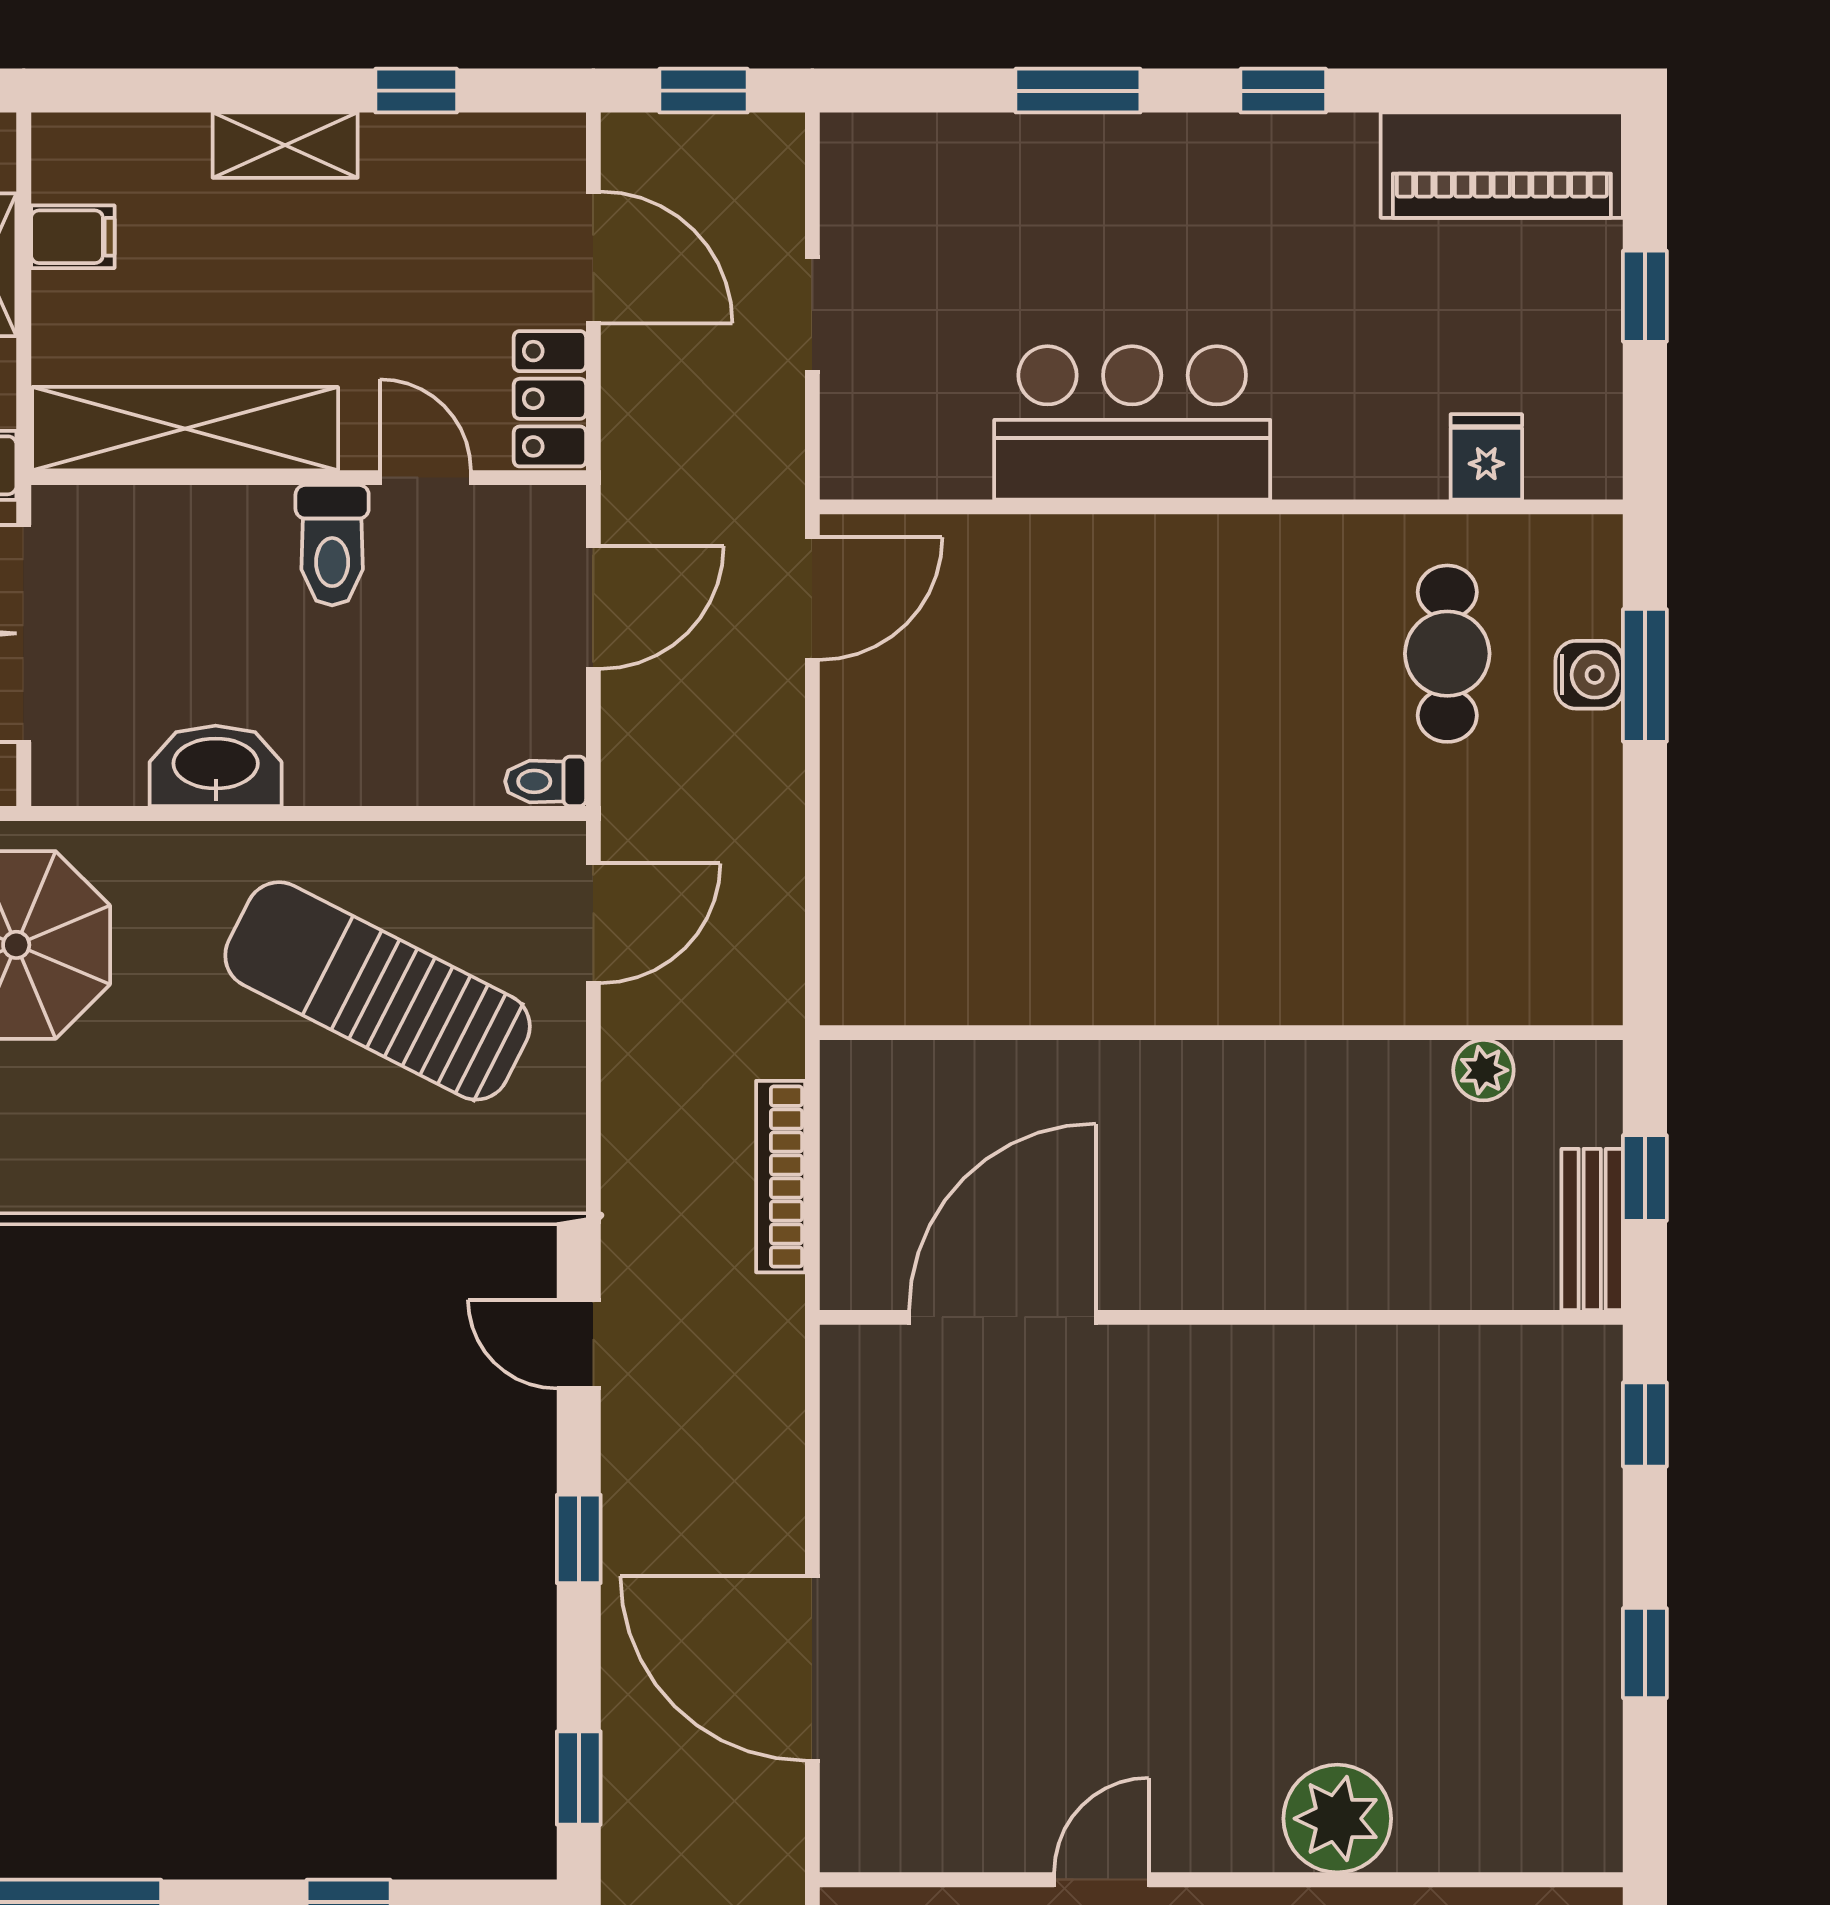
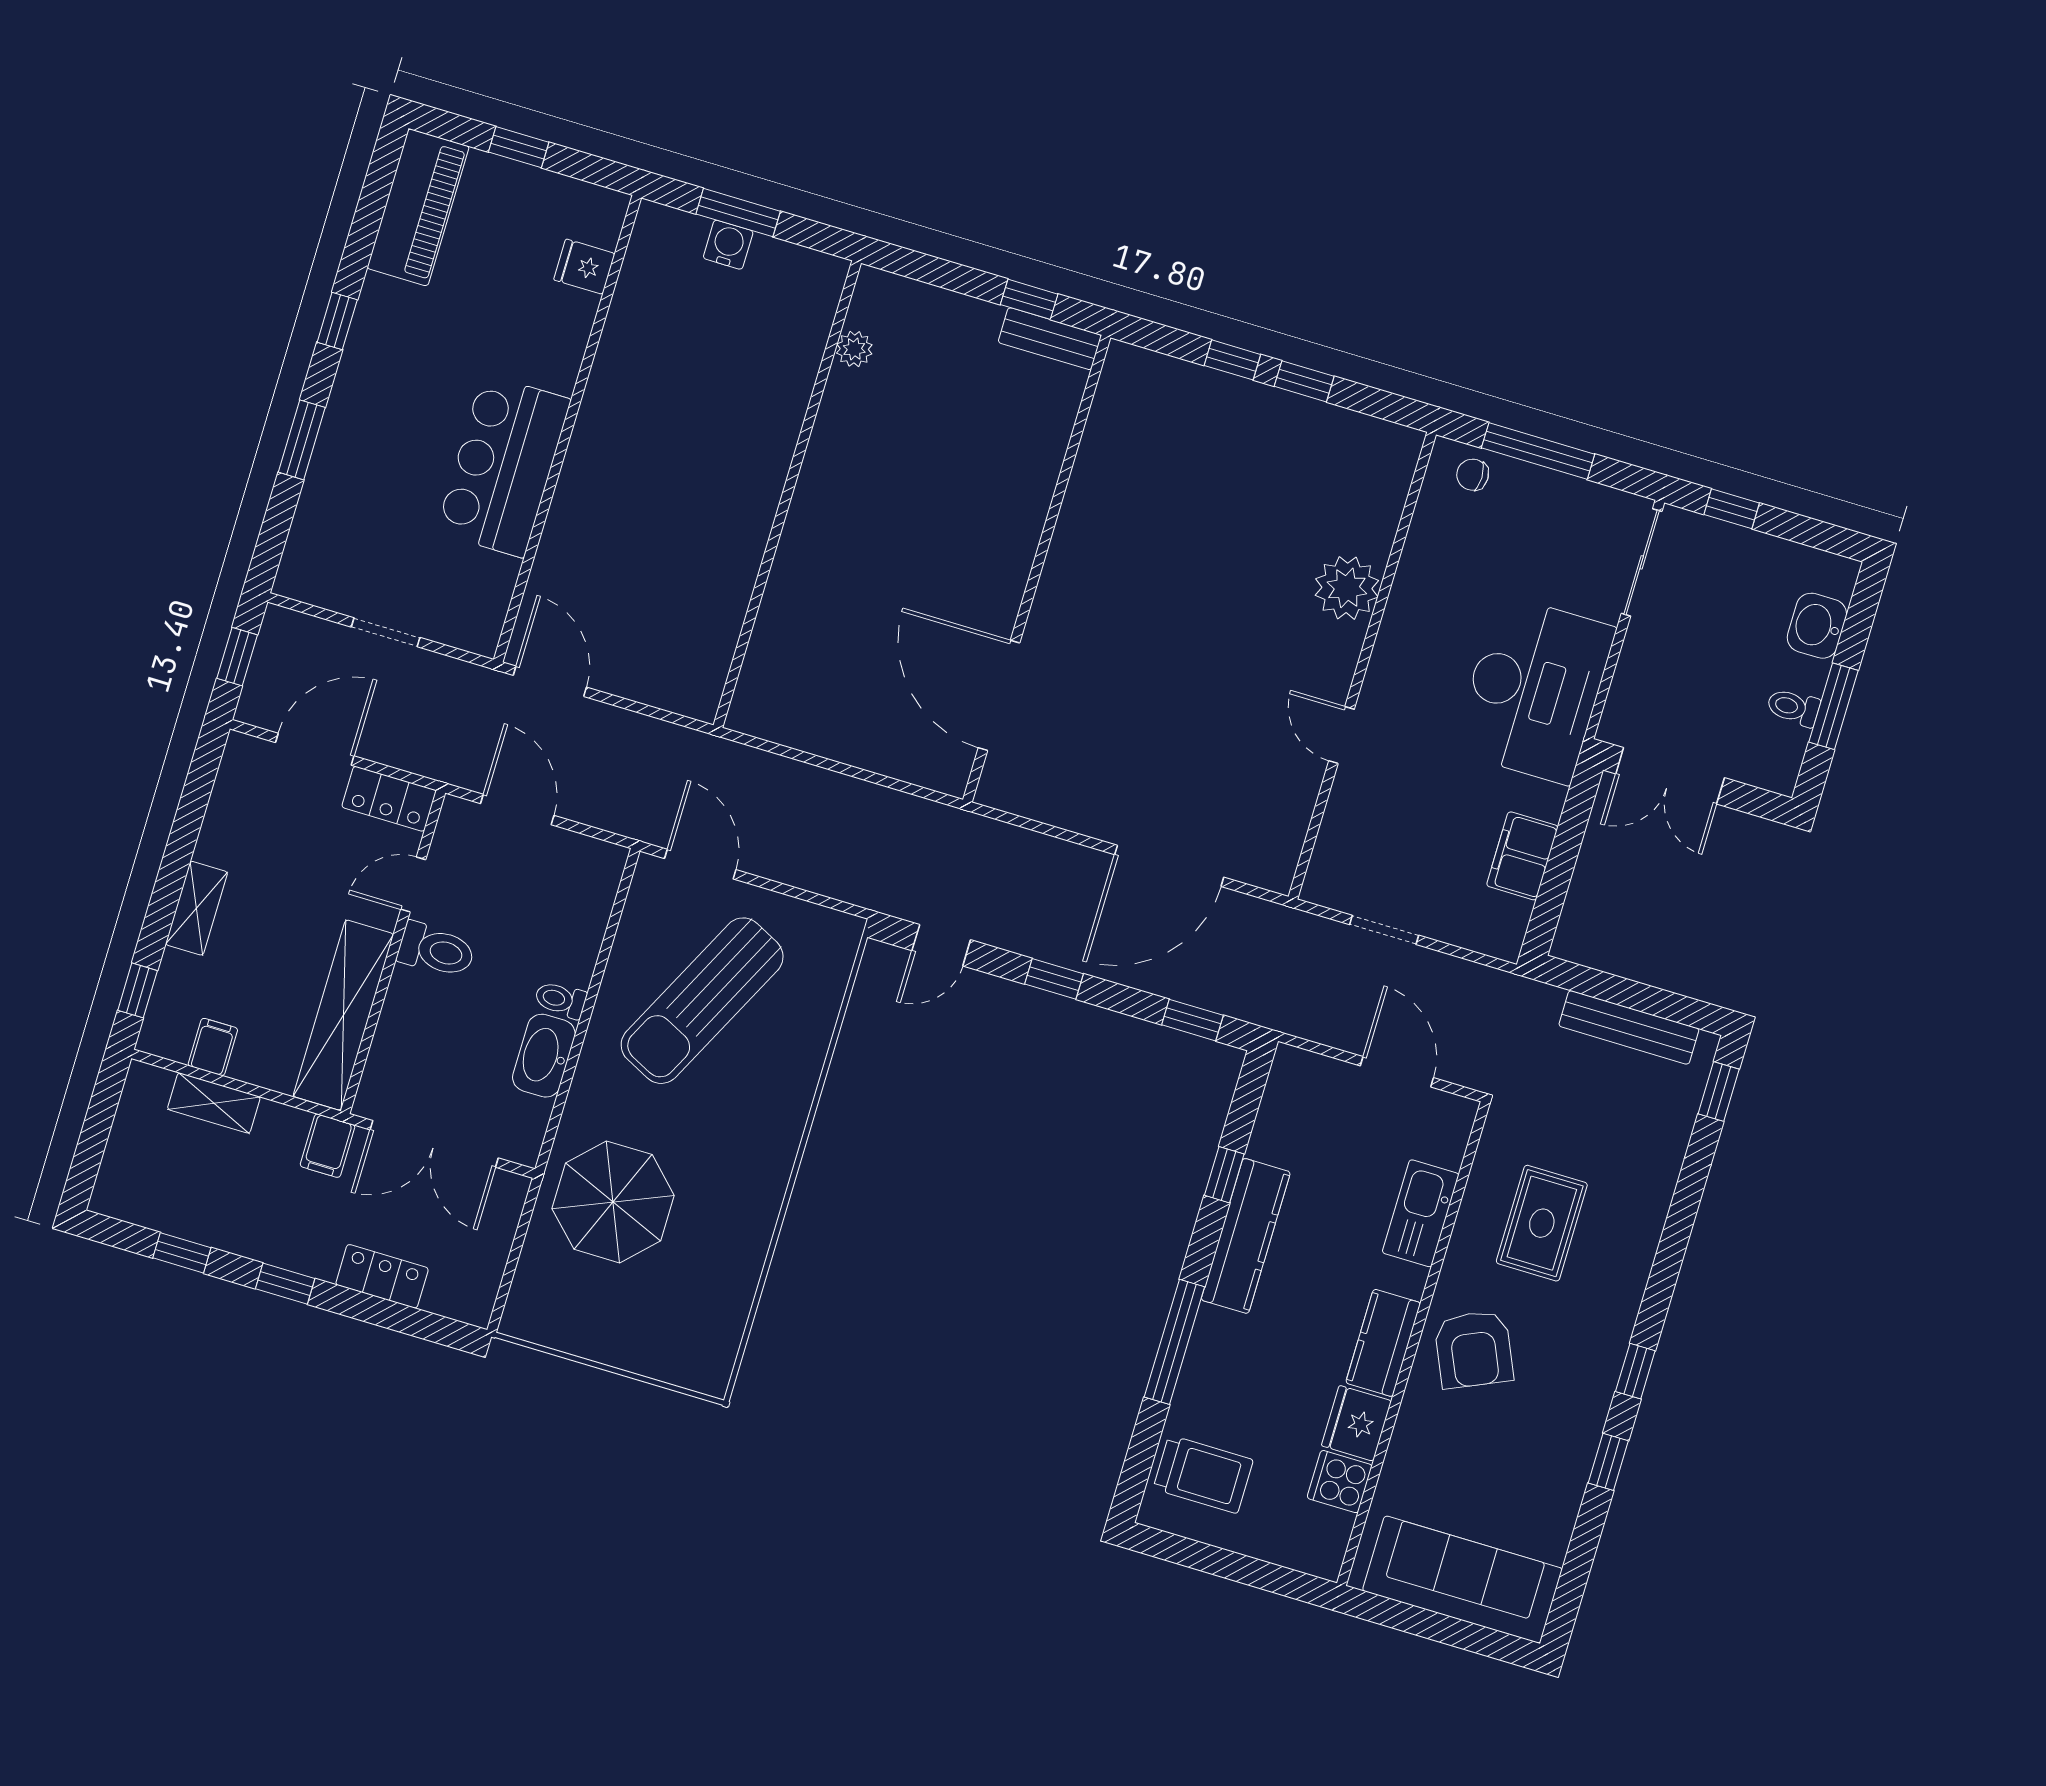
window: (416, 91) -> (138, 990), moved
cafe table: (1447, 654) -> (691, 323), removed
toilet: (546, 781) -> (560, 1000), moved, turned 90
wall: (1221, 1033) -> (787, 494), moved
plant: (1483, 1070) -> (854, 349), moved
bookcase: (781, 1177) -> (879, 799), removed
window: (1645, 1424) -> (1232, 360), moved

